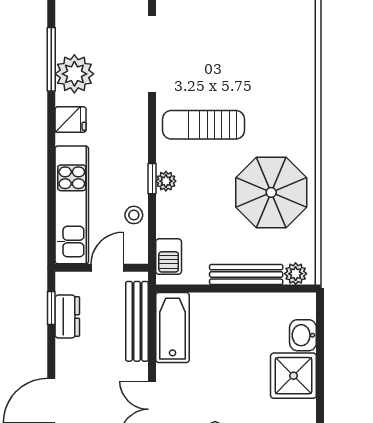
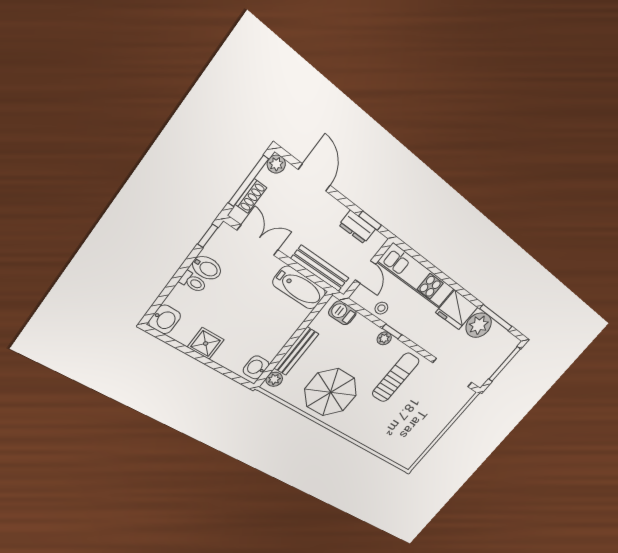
fridge: (71, 120) -> (457, 310), width x1.88, depth x1.34
washbasin: (303, 335) -> (256, 367), moved, turned -90
shower: (293, 376) -> (206, 343), width x0.73, depth x0.73

